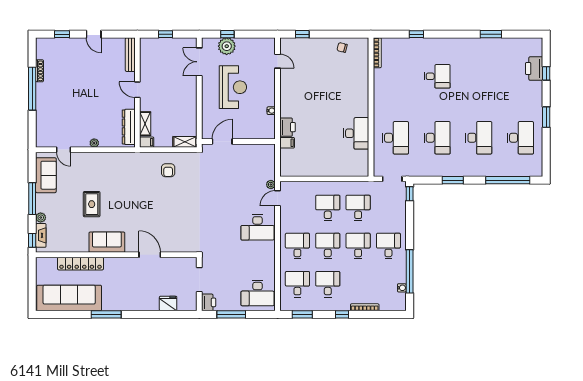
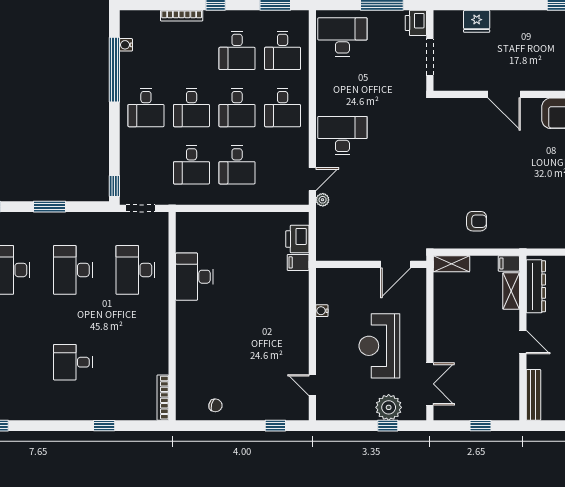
printer: (288, 127) -> (297, 239), moved
armchair: (168, 170) -> (477, 221), turned 90

